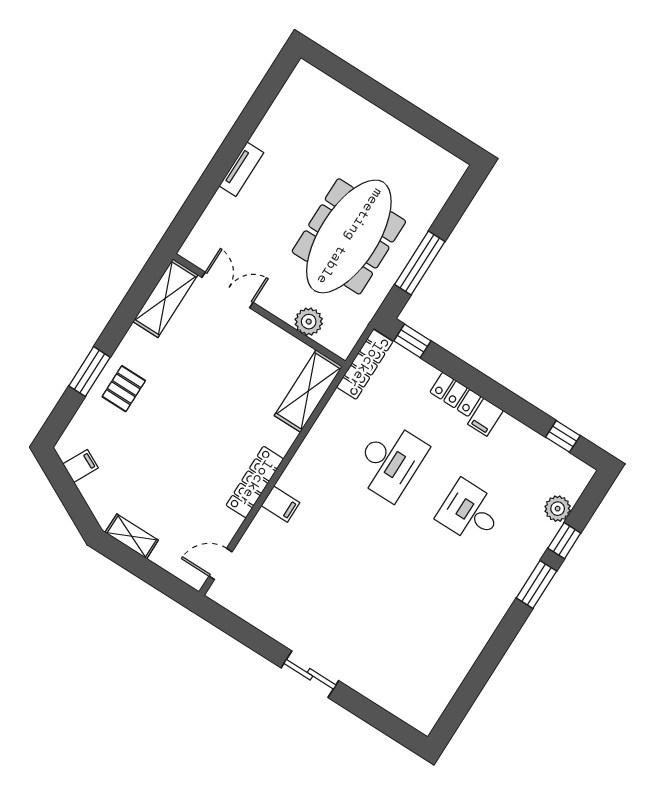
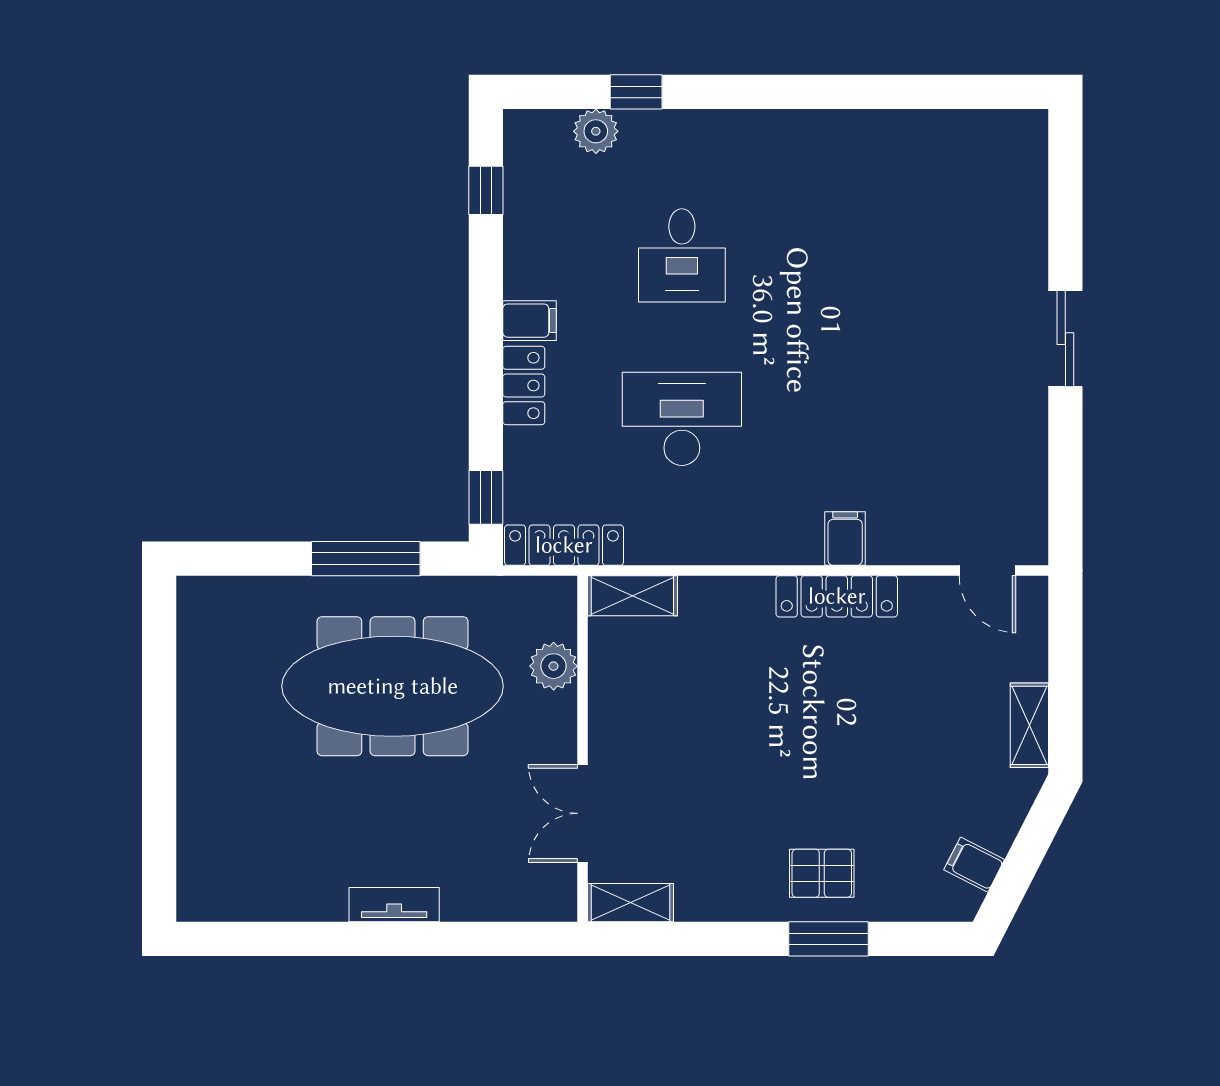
shelving: (165, 298) -> (630, 903), width x0.67, depth x0.75
shelving: (308, 391) -> (632, 596), width x0.67, depth x0.75
window: (536, 585) -> (726, 92), removed

